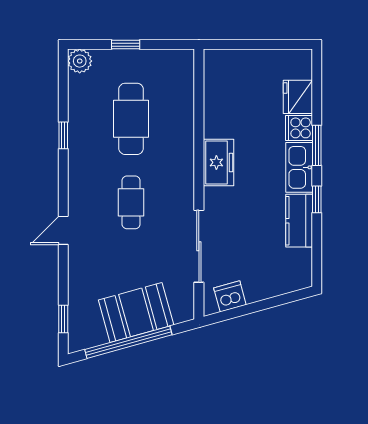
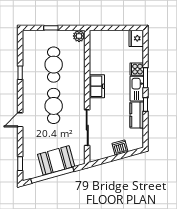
plant: (80, 61) -> (79, 36), moved
fridge: (298, 97) -> (136, 38), moved
cafe table: (131, 202) -> (54, 106), width x1.37, depth x1.35
dishwasher: (230, 296) -> (120, 148), moved

